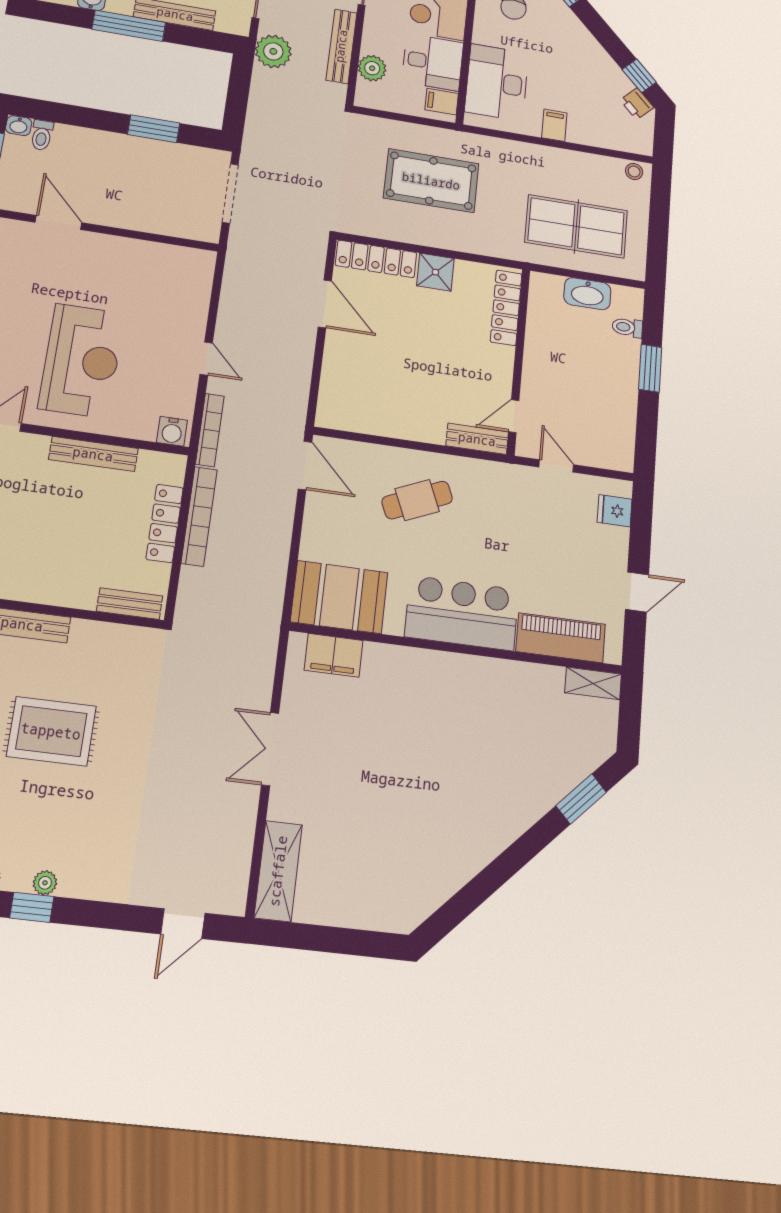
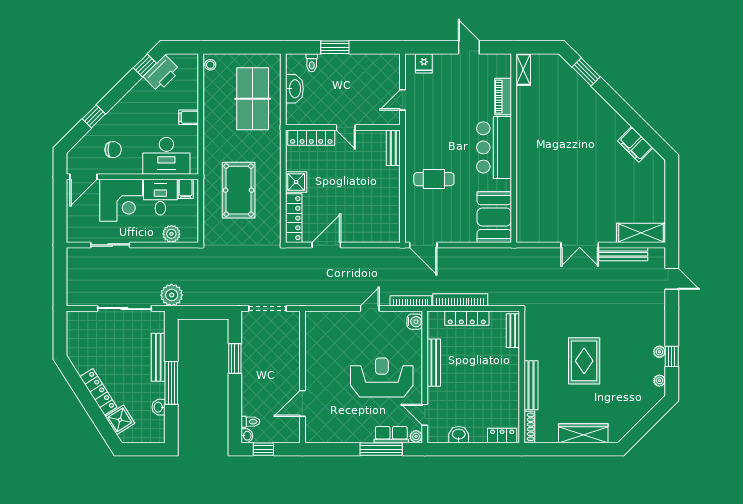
bench: (341, 46) -> (623, 254), moved
printer: (637, 104) -> (162, 73), width x1.87, depth x1.48
door: (514, 416) -> (346, 127), moved
door: (305, 465) -> (423, 245), swing flipped
cafe table: (417, 500) -> (434, 179), turned -67
piano: (561, 638) -> (503, 97), width x0.73, depth x0.75
filing cabinet: (334, 655) -> (635, 144), moved, turned 135

